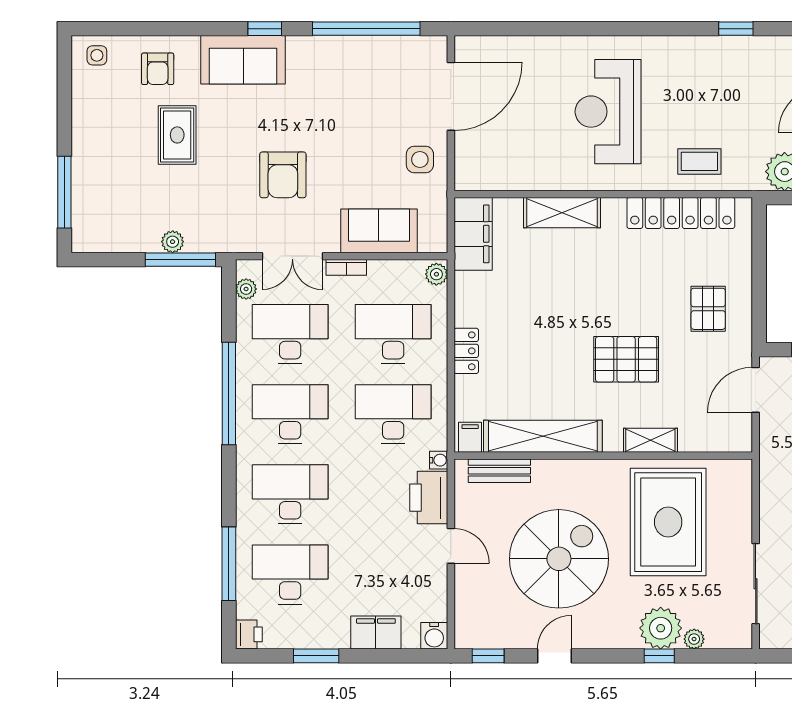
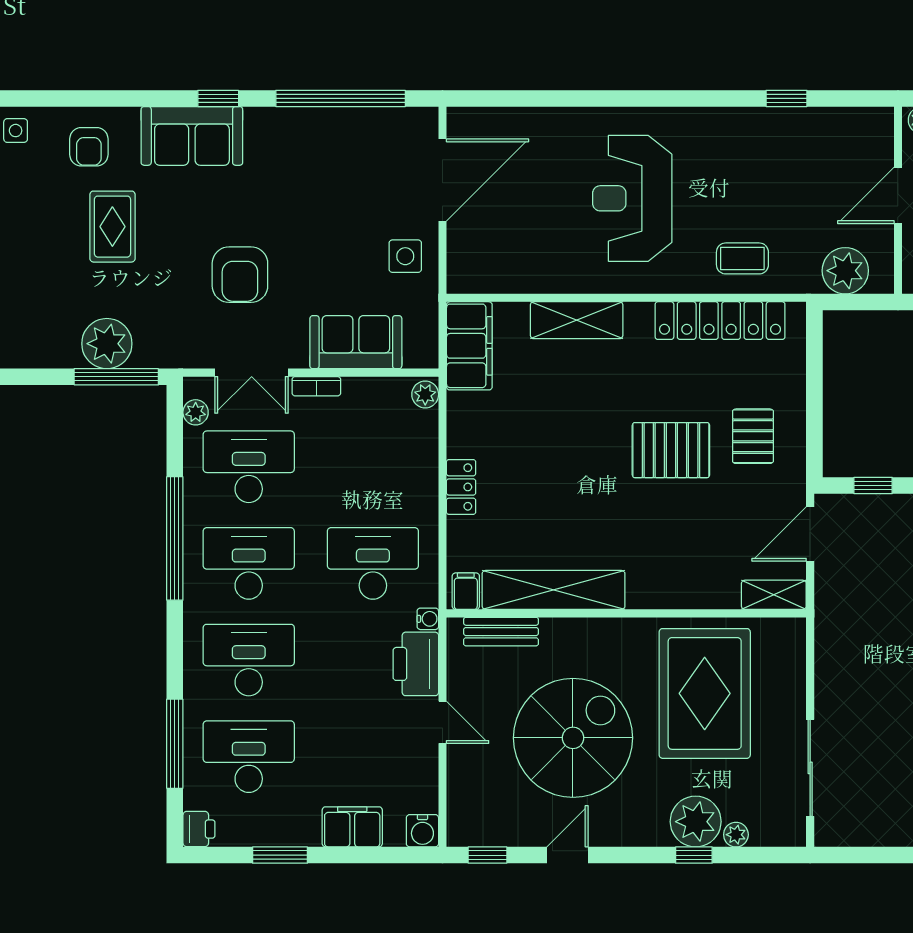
plant: (173, 242) -> (107, 344), width x1.88, depth x1.88
desk: (393, 334) -> (373, 467), removed
pallet: (626, 359) -> (671, 450), moved
shelving: (650, 440) -> (774, 595), moved

